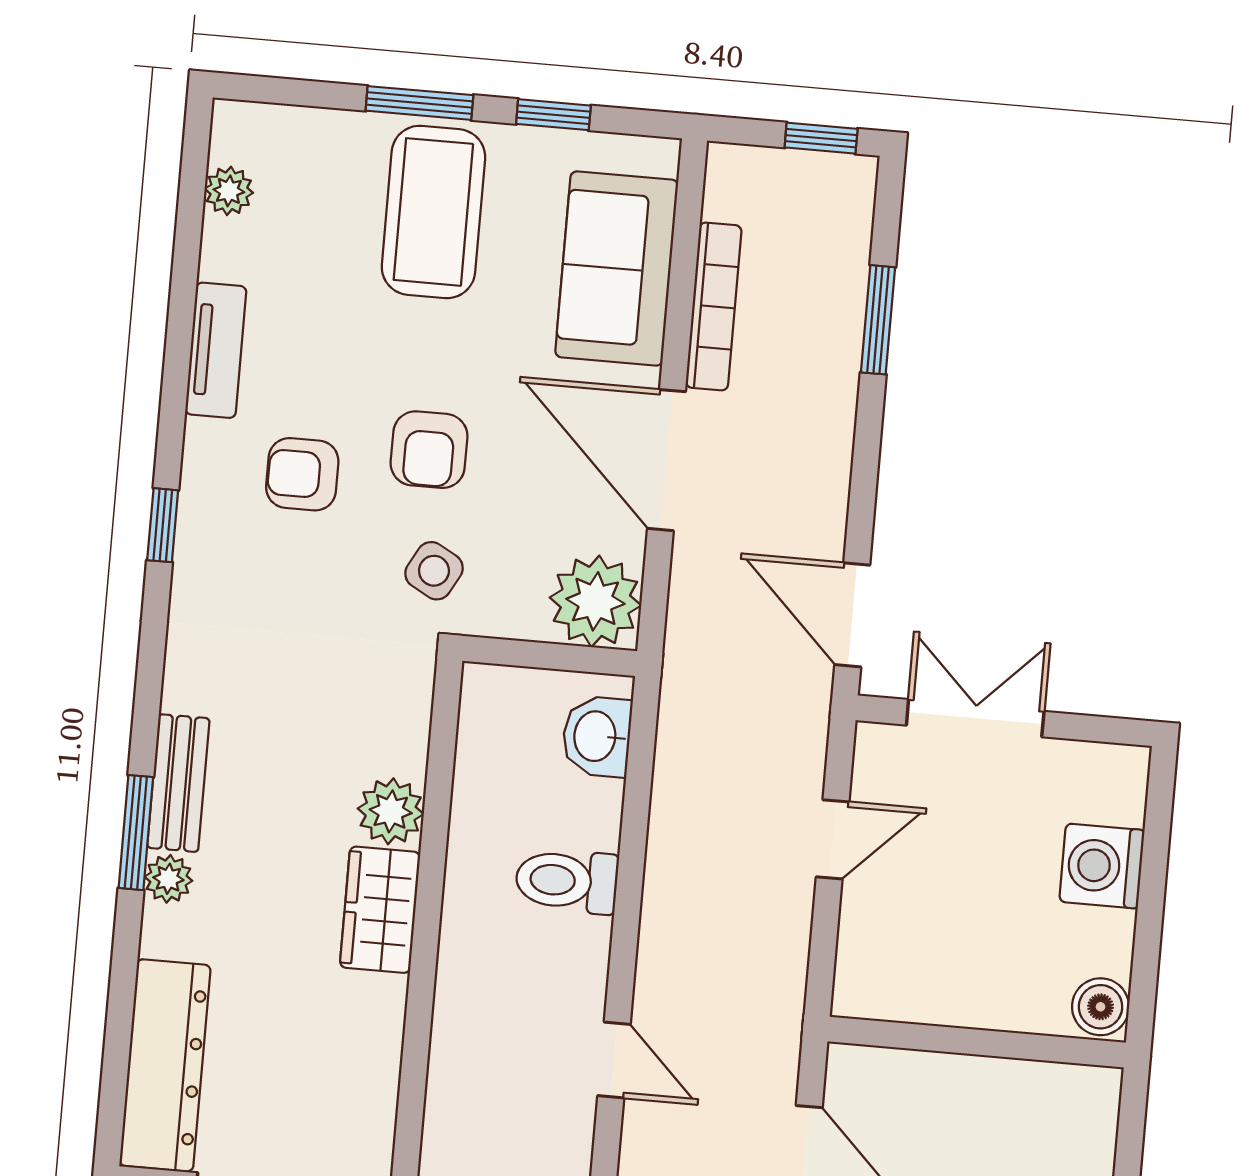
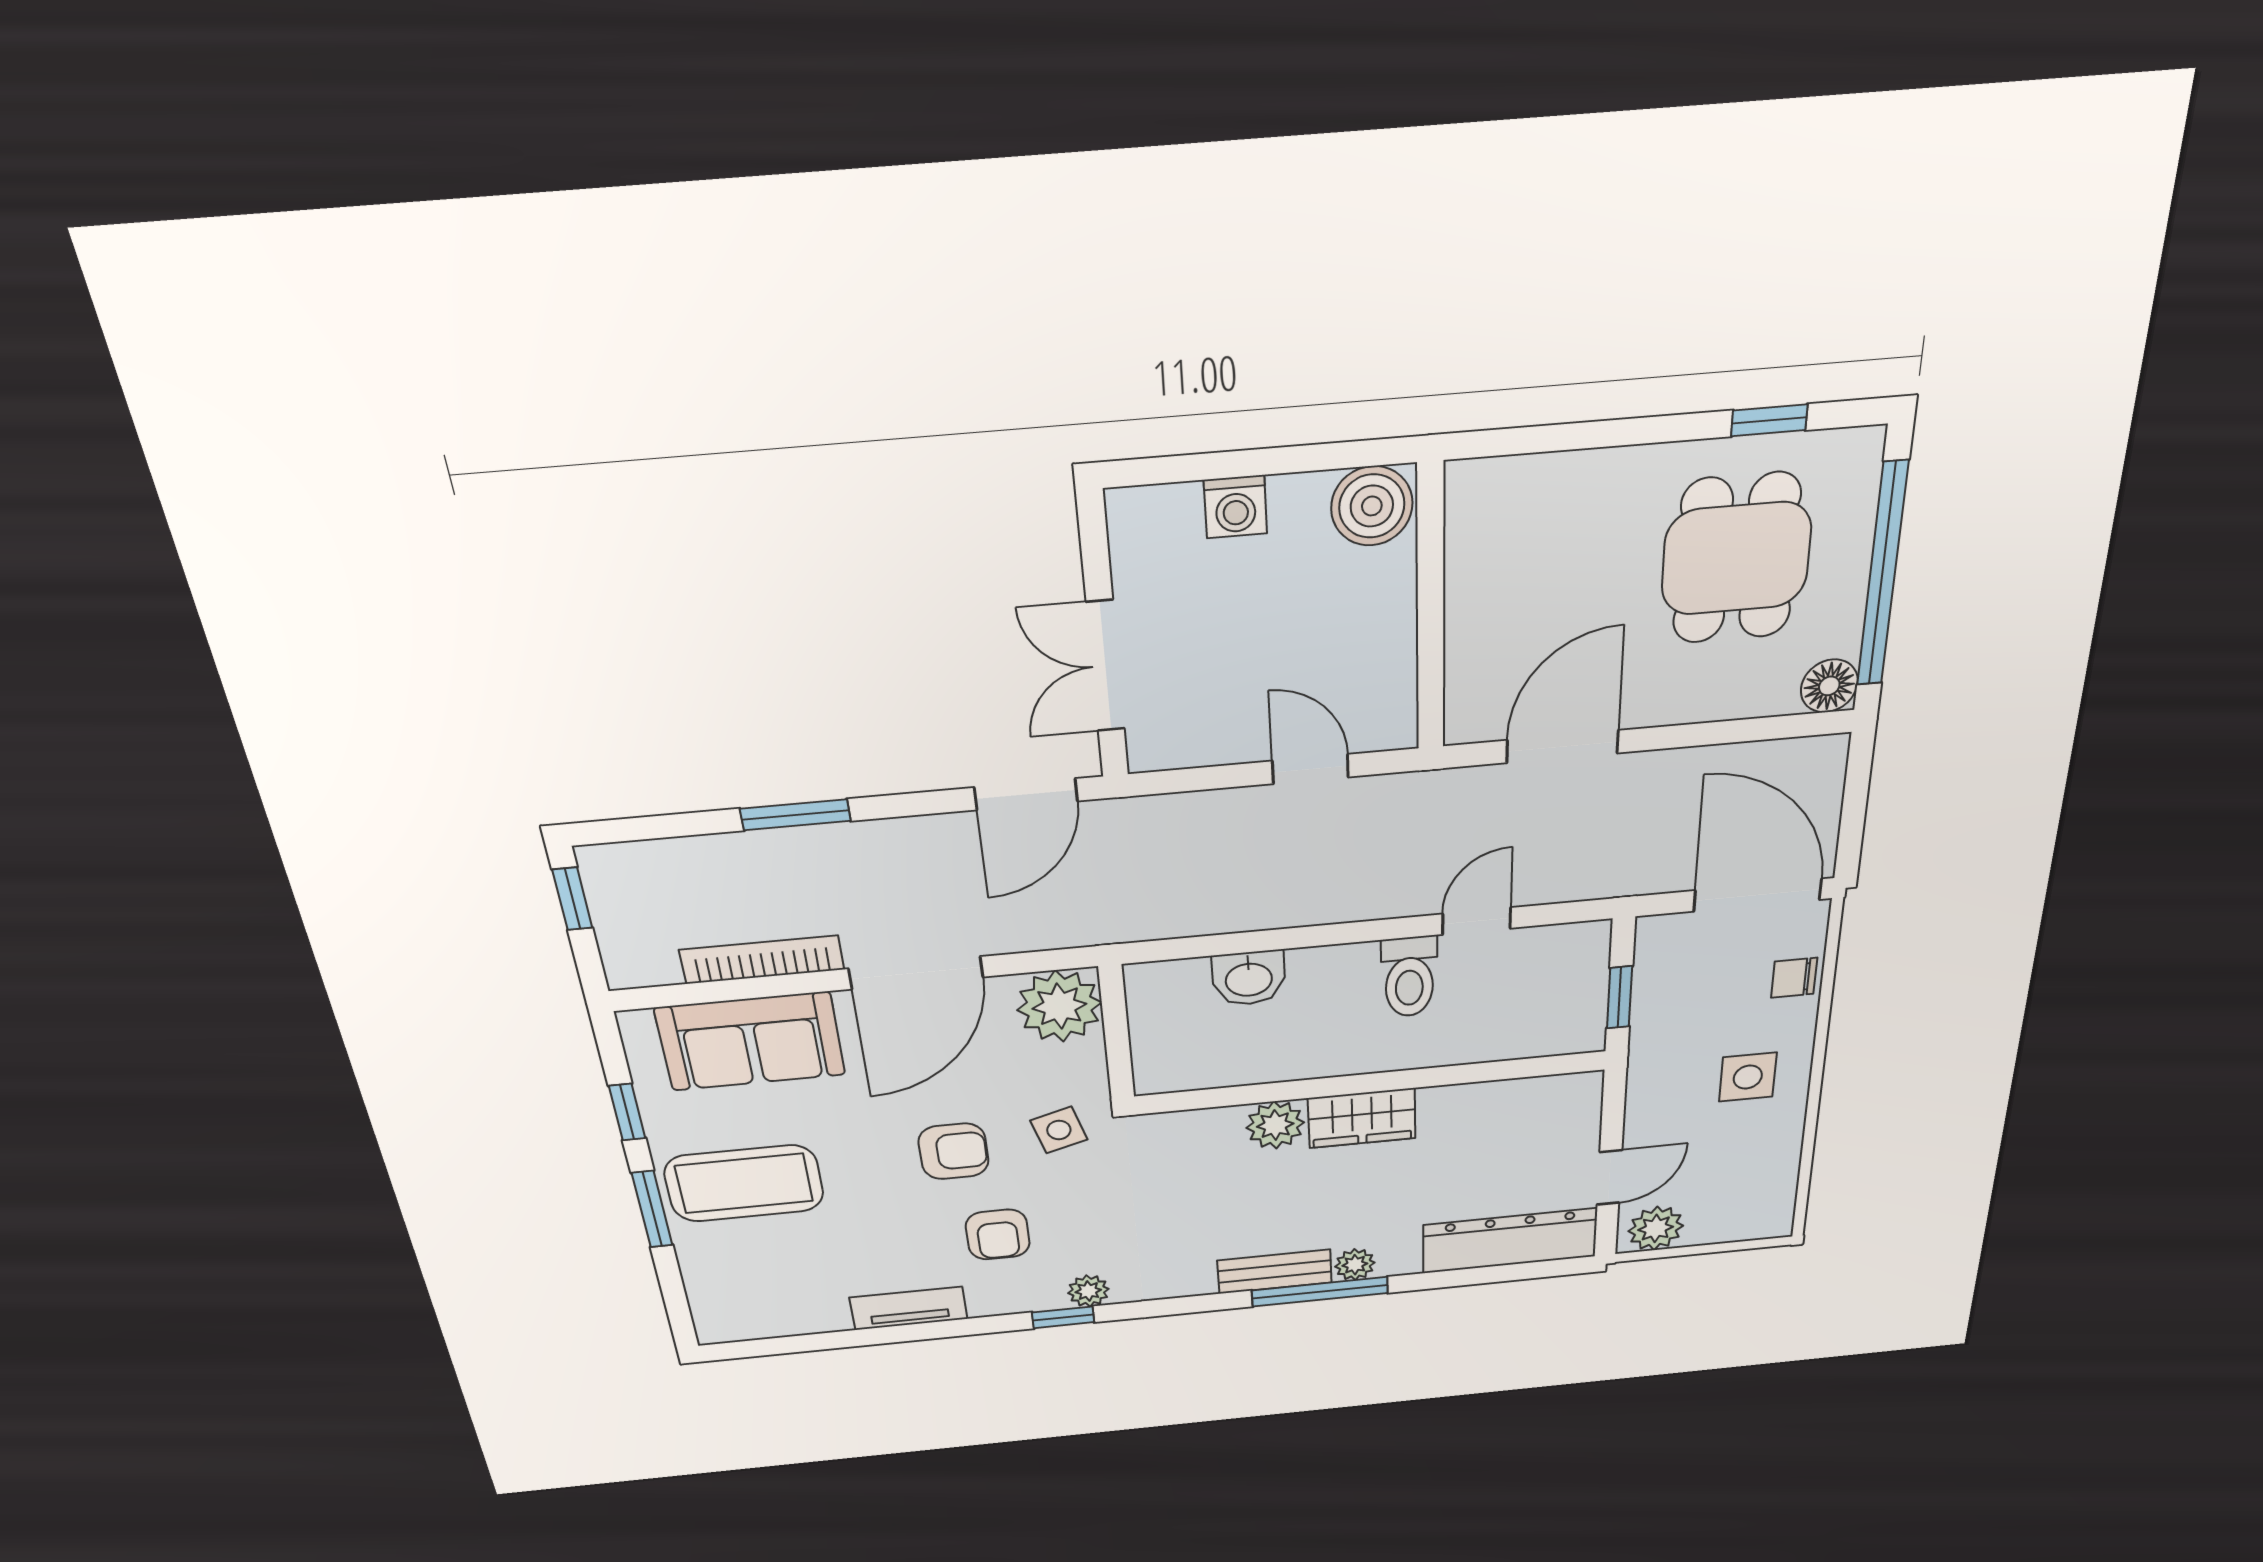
plant: (229, 191) -> (1088, 1291), moved
window: (878, 320) -> (795, 815), moved
side table: (434, 571) -> (1059, 1130), turned 45
washbasin: (597, 736) -> (1249, 978), moved
window: (136, 833) -> (1320, 1292), width x1.44
door: (833, 839) -> (1310, 769), moved
washing machine: (1102, 866) -> (1235, 507), width x0.73, depth x0.73
toilet: (567, 881) -> (1409, 977), moved
boiler: (1101, 1007) -> (1372, 506), width x1.36, depth x1.36

